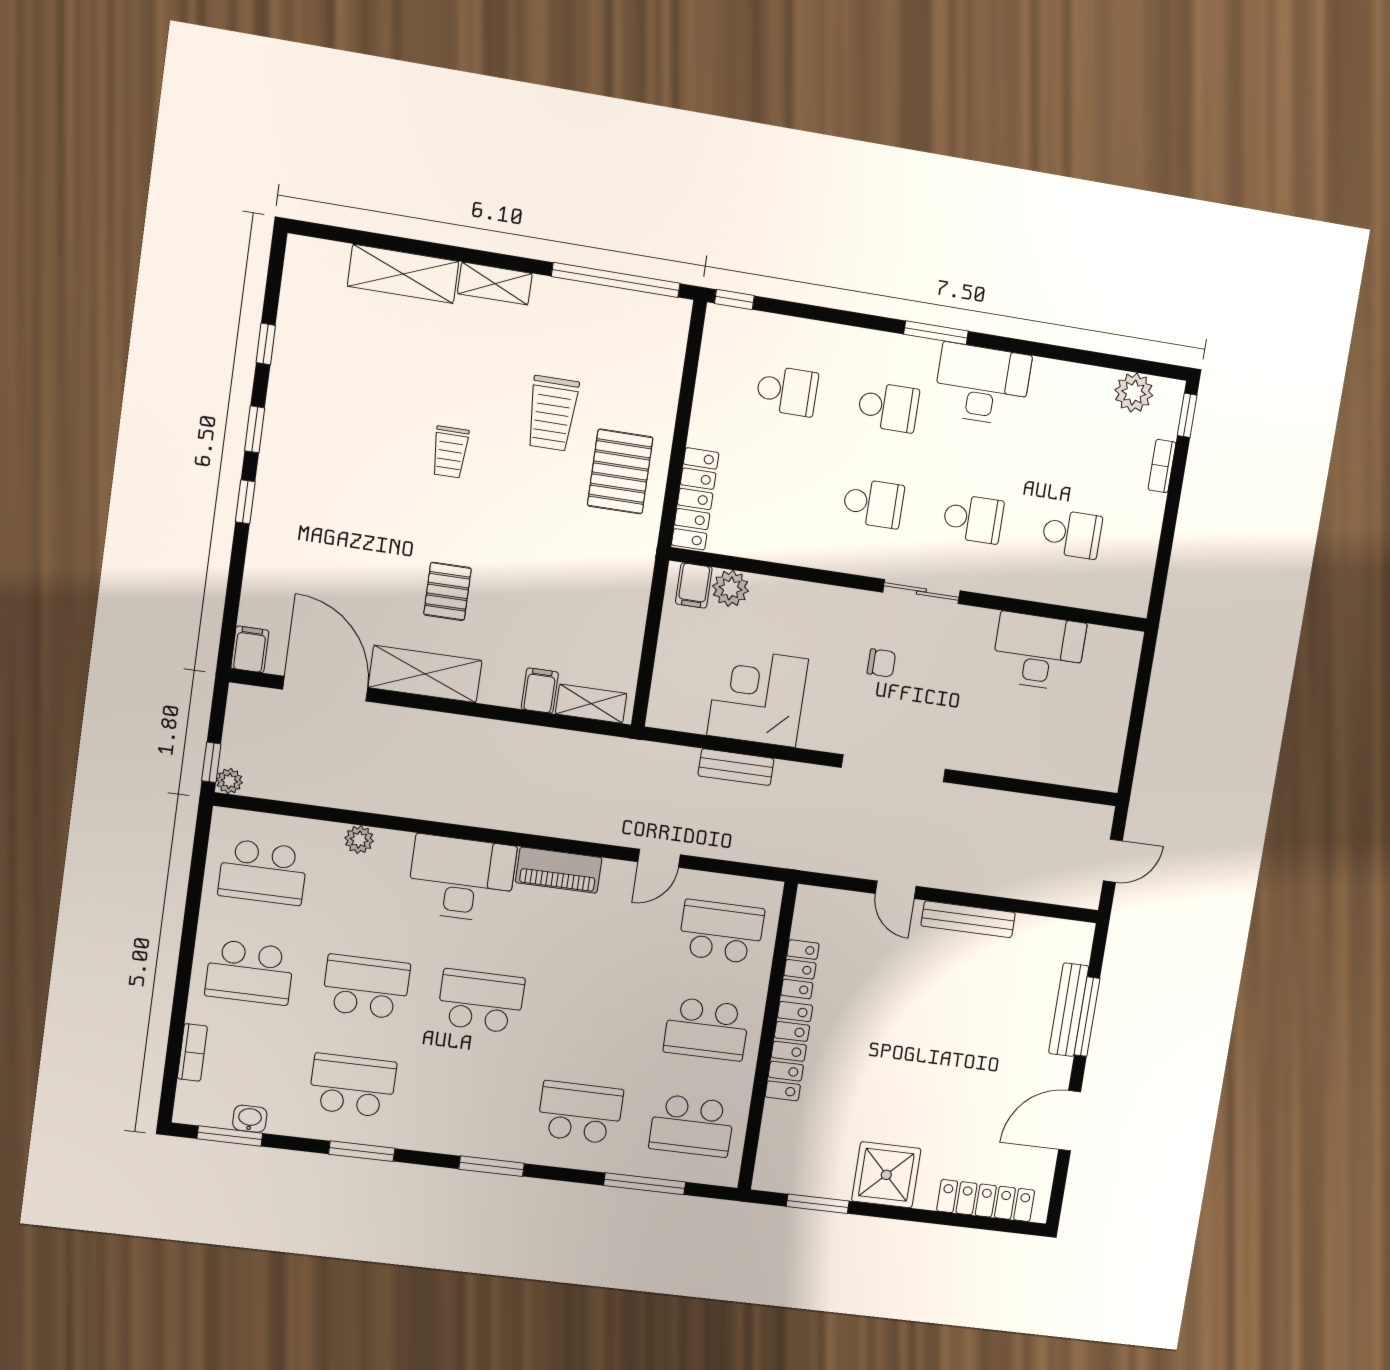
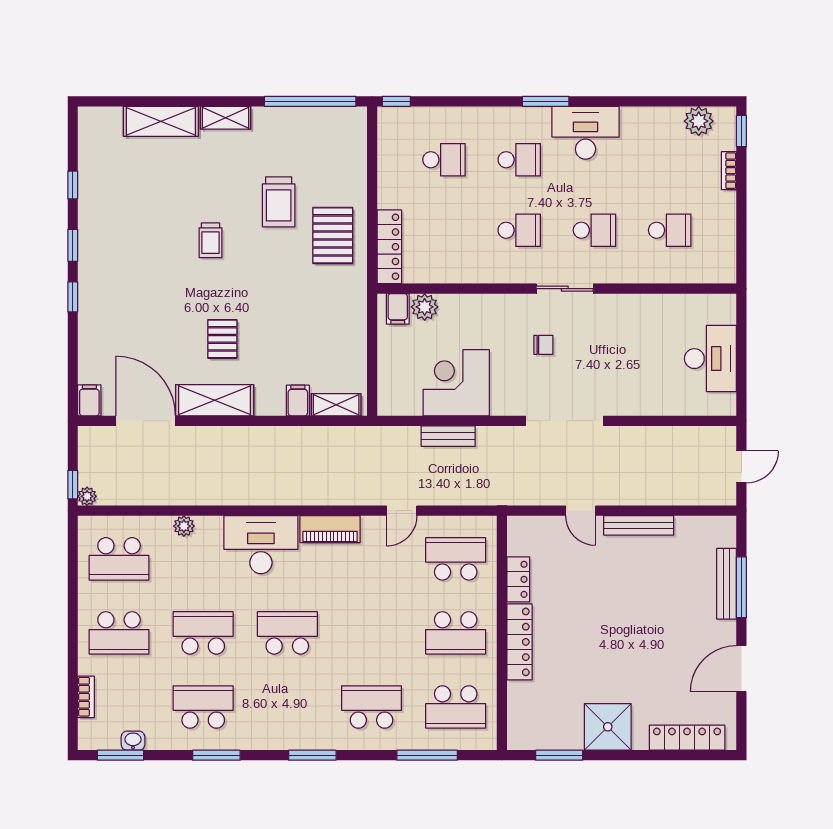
desk: (1039, 651) -> (710, 359), moved, turned 90

